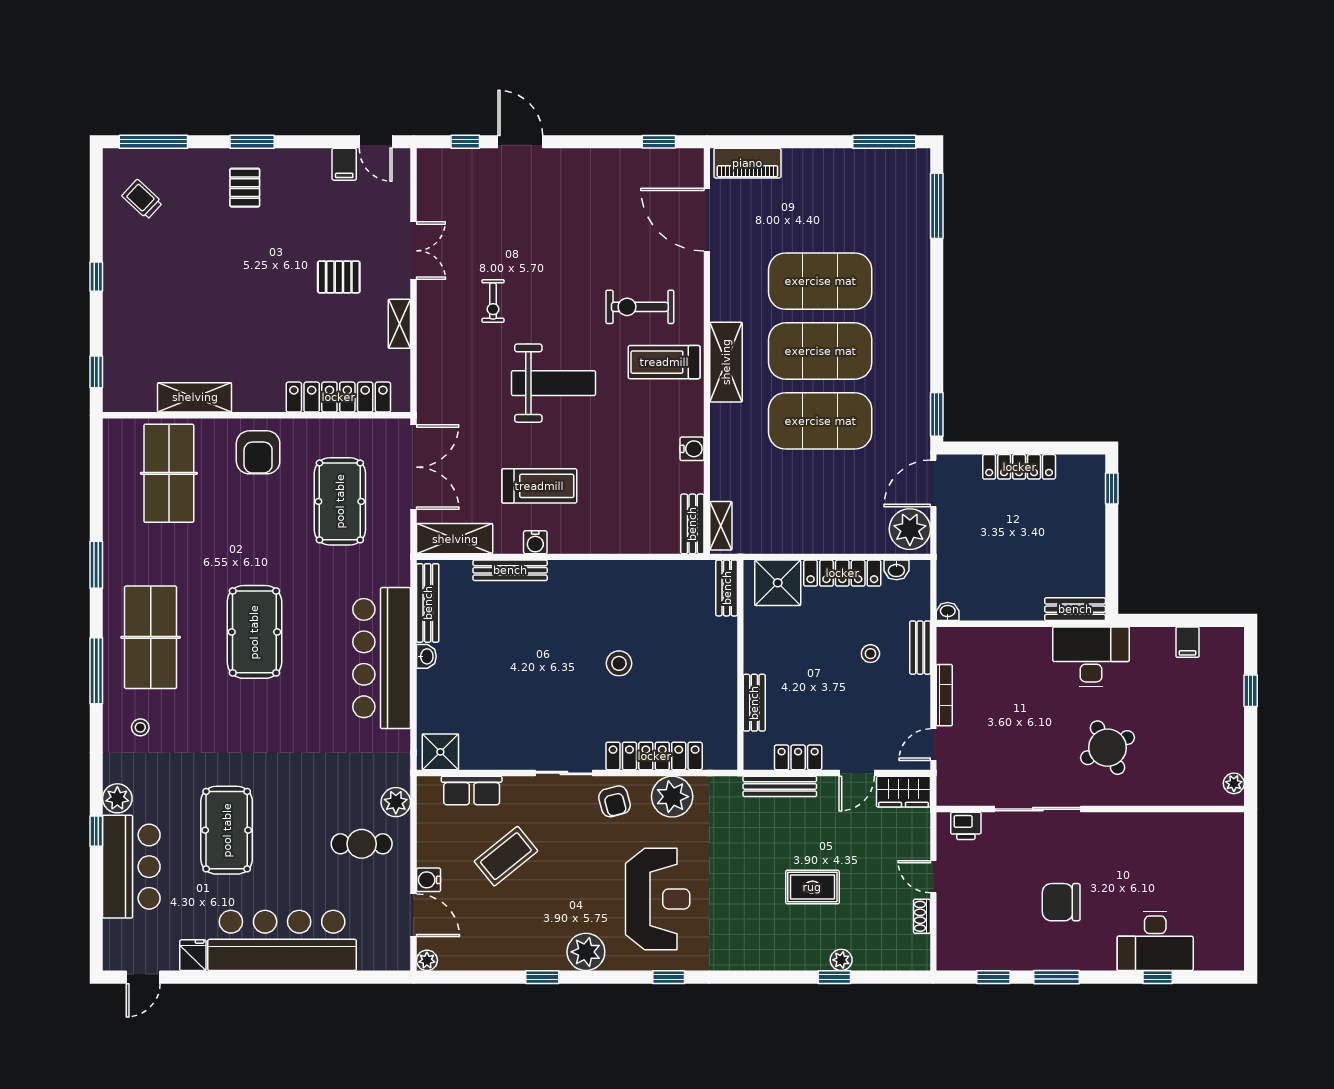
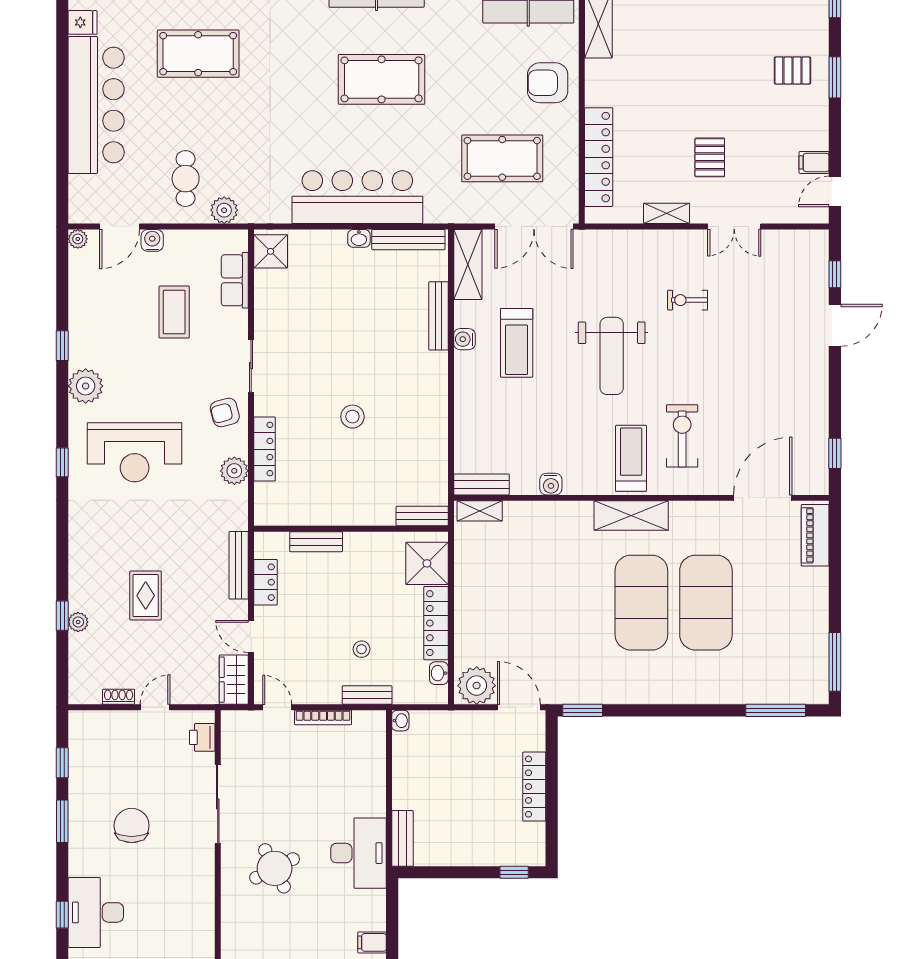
exercise mat: (820, 421) -> (577, 603), removed
locker: (654, 756) -> (265, 449), width x0.71, depth x0.83
plant: (672, 797) -> (234, 471), width x0.73, depth x0.73
coffee table: (506, 856) -> (174, 312), turned 39

